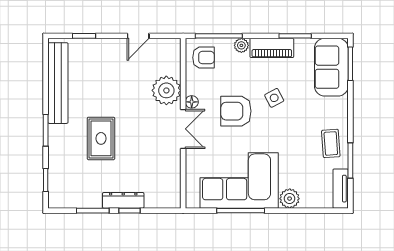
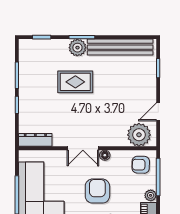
door: (138, 36) -> (158, 112), hinge flipped
armchair: (203, 58) -> (141, 165), turned 91
plant: (166, 90) -> (139, 135), moved
plant: (59, 136) -> (77, 48), added
dresser: (123, 200) -> (35, 140), moved, turned -90

